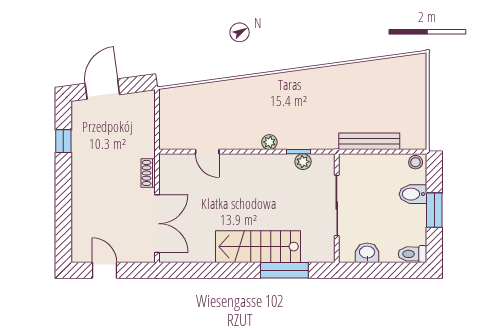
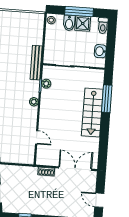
bench: (369, 141) -> (36, 63), moved
door: (207, 152) -> (37, 137), hinge flipped
window: (434, 210) -> (79, 12), width x1.44
shower: (414, 218) -> (83, 23), added
door: (105, 270) -> (99, 200), hinge flipped

